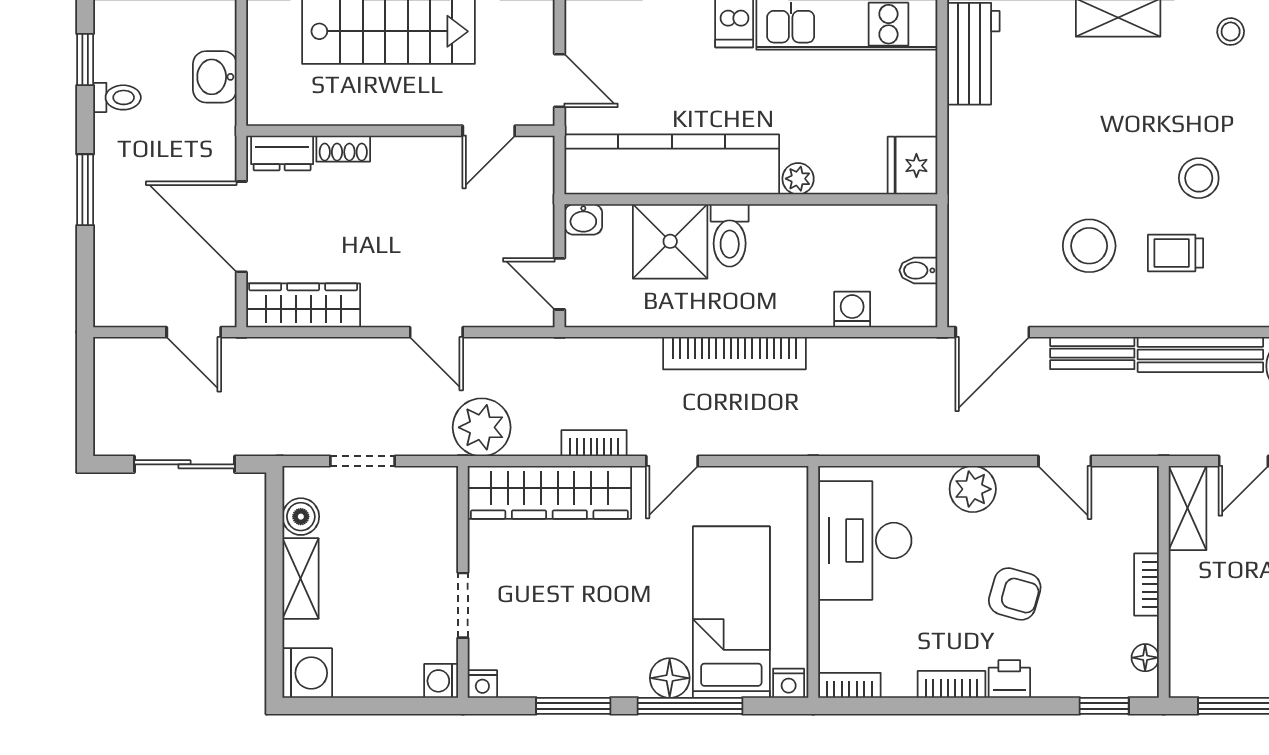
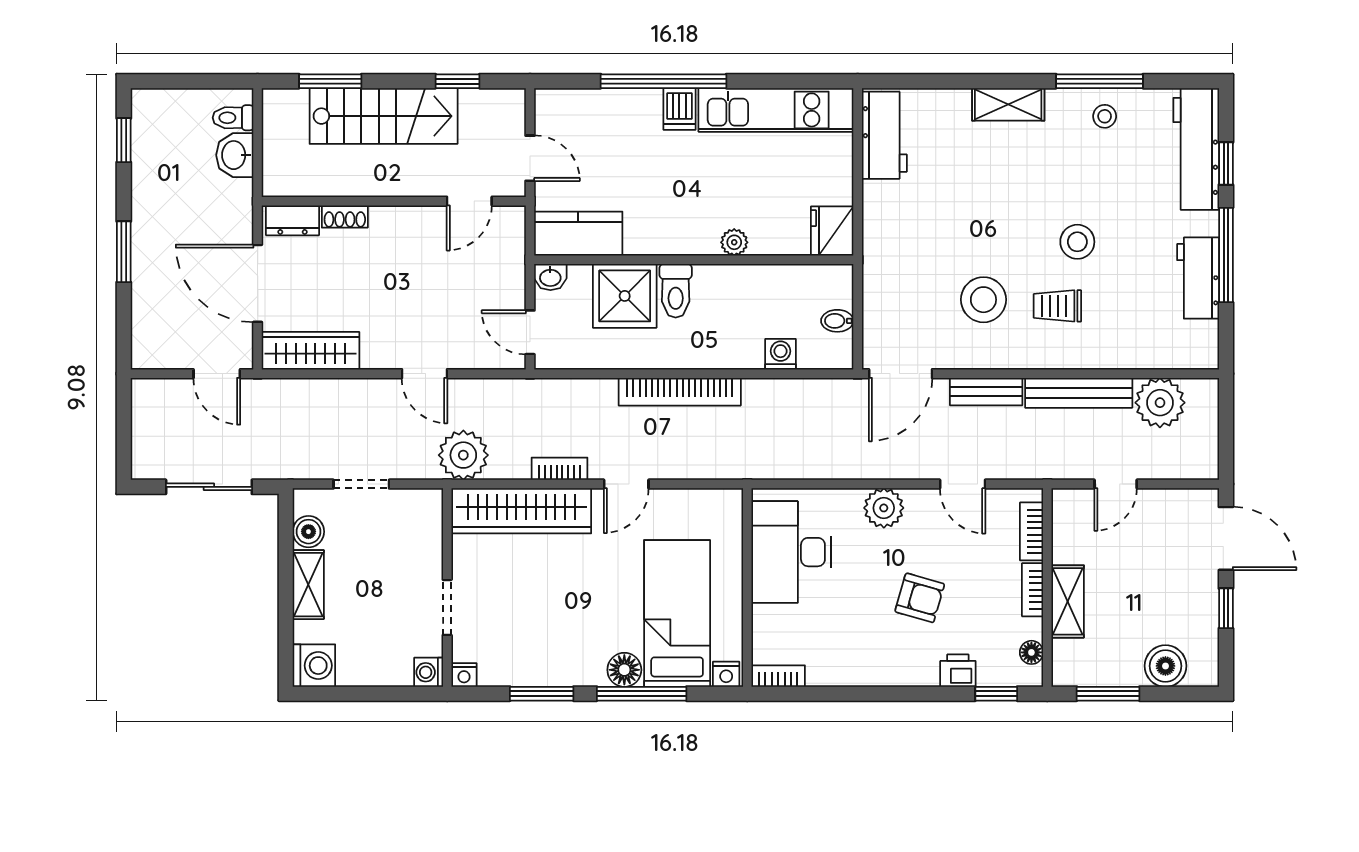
toilet: (117, 97) -> (233, 118), moved, turned 180
kitchen counter: (672, 164) -> (578, 234), width x0.48, depth x0.86
shelving: (1187, 508) -> (1068, 601), moved
printer: (1009, 679) -> (958, 671), moved
bookcase: (951, 684) -> (1032, 531), moved, turned -90

